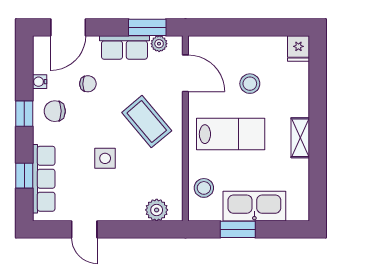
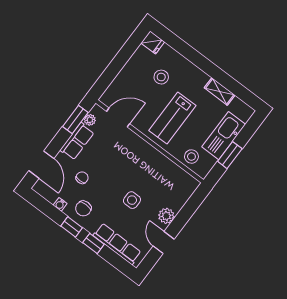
stool: (250, 84) -> (161, 77), moved
coffee table: (147, 122) -> (129, 161), removed
lab bench: (231, 134) -> (172, 118), turned 180
shelving: (300, 138) -> (220, 91), moved
window: (24, 176) -> (93, 243), moved
plant: (157, 210) -> (166, 216), moved
door: (84, 229) -> (164, 243), swing flipped

